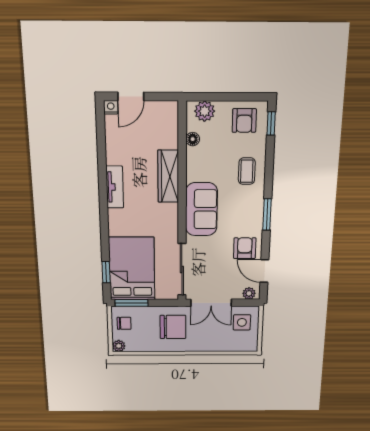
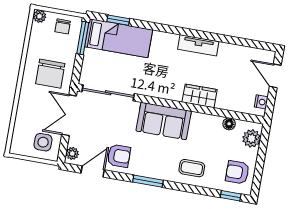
nightstand: (111, 107) -> (261, 102), moved
wardrobe: (168, 176) -> (200, 96), width x0.67
bed: (132, 269) -> (119, 38), width x0.67

